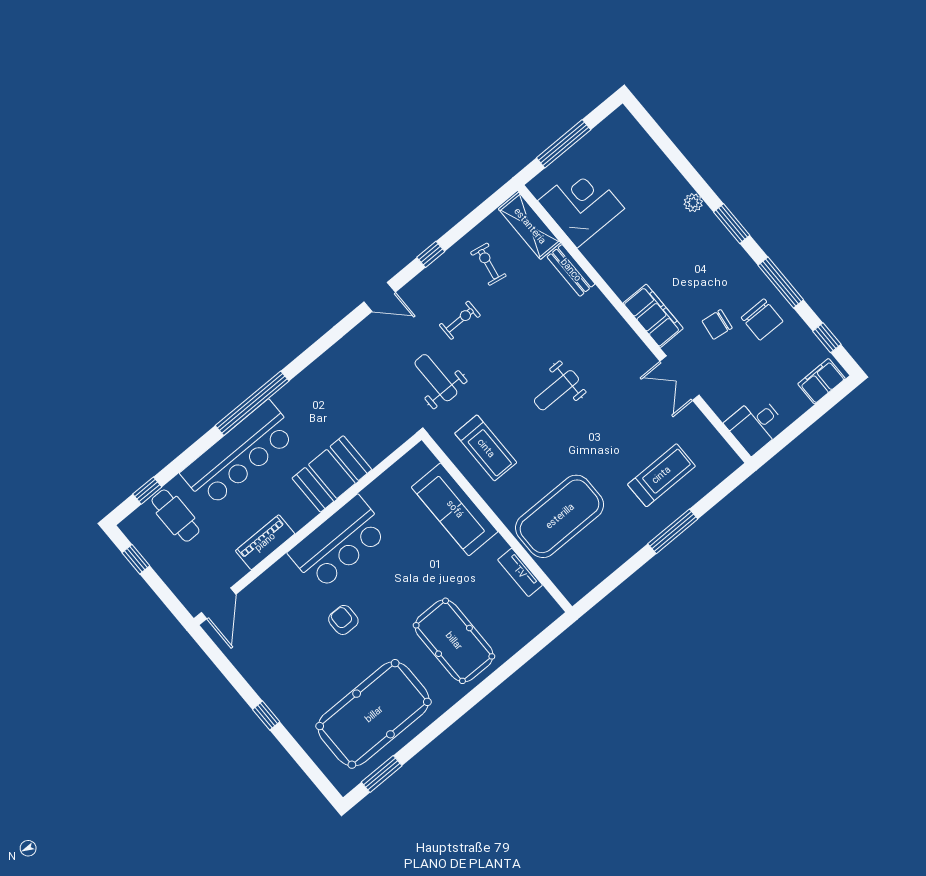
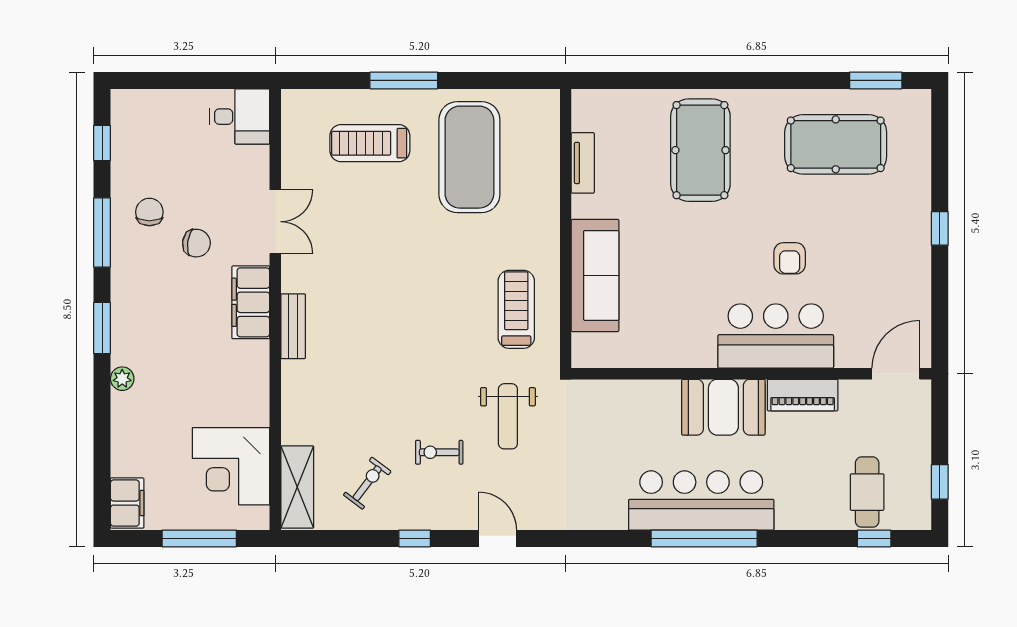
exercise bike: (488, 264) -> (367, 483), turned -153
bench: (571, 270) -> (293, 326), moved
chair: (762, 319) -> (149, 212), width x0.73, depth x0.73
filing cabinet: (822, 381) -> (127, 503), moved, turned -90
weight bench: (556, 390) -> (403, 308), removed
bar counter: (239, 454) -> (701, 500), moved
booth: (332, 474) -> (723, 407), moved
exercise mat: (560, 516) -> (469, 157), moved, turned 90
bar counter: (339, 543) -> (776, 336), moved
pool table: (374, 714) -> (836, 144), width x0.73, depth x0.76

